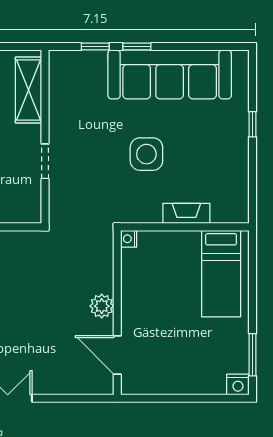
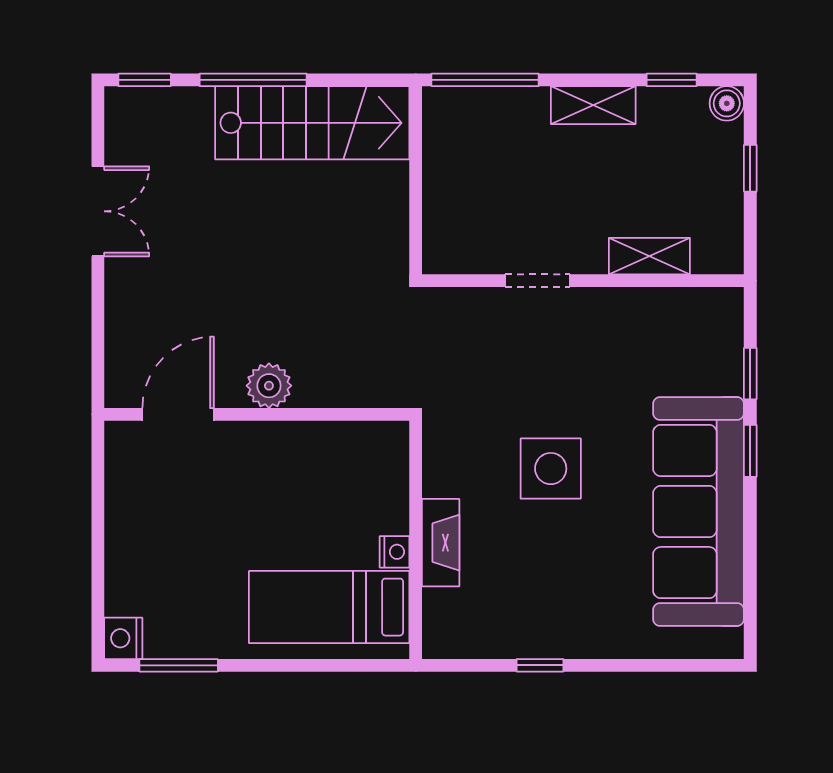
shelving: (29, 90) -> (649, 256), width x0.67, depth x0.75
window: (252, 124) -> (540, 665), moved
nightstand: (129, 239) -> (395, 552), moved, turned 90

